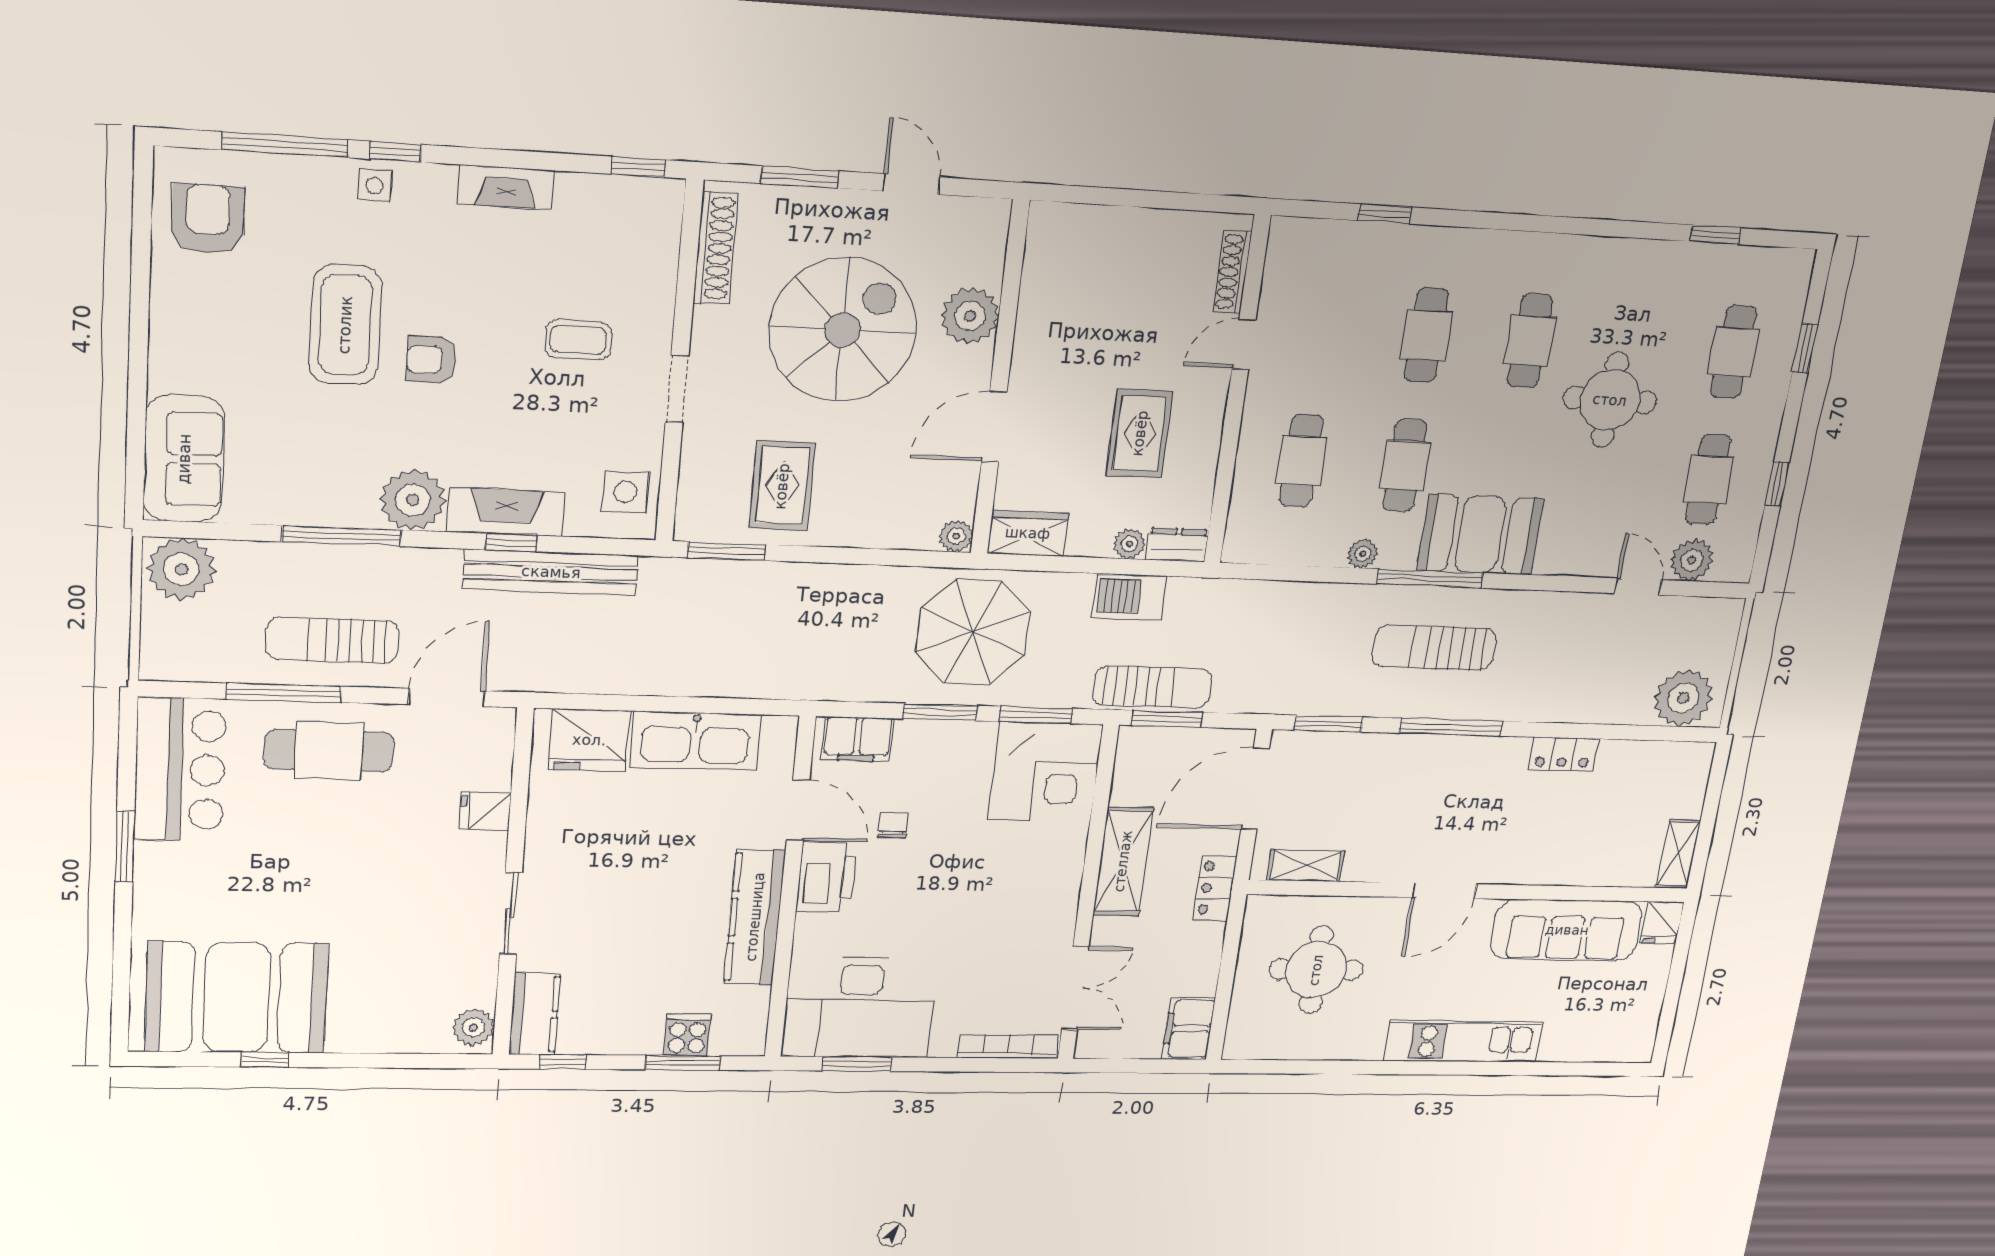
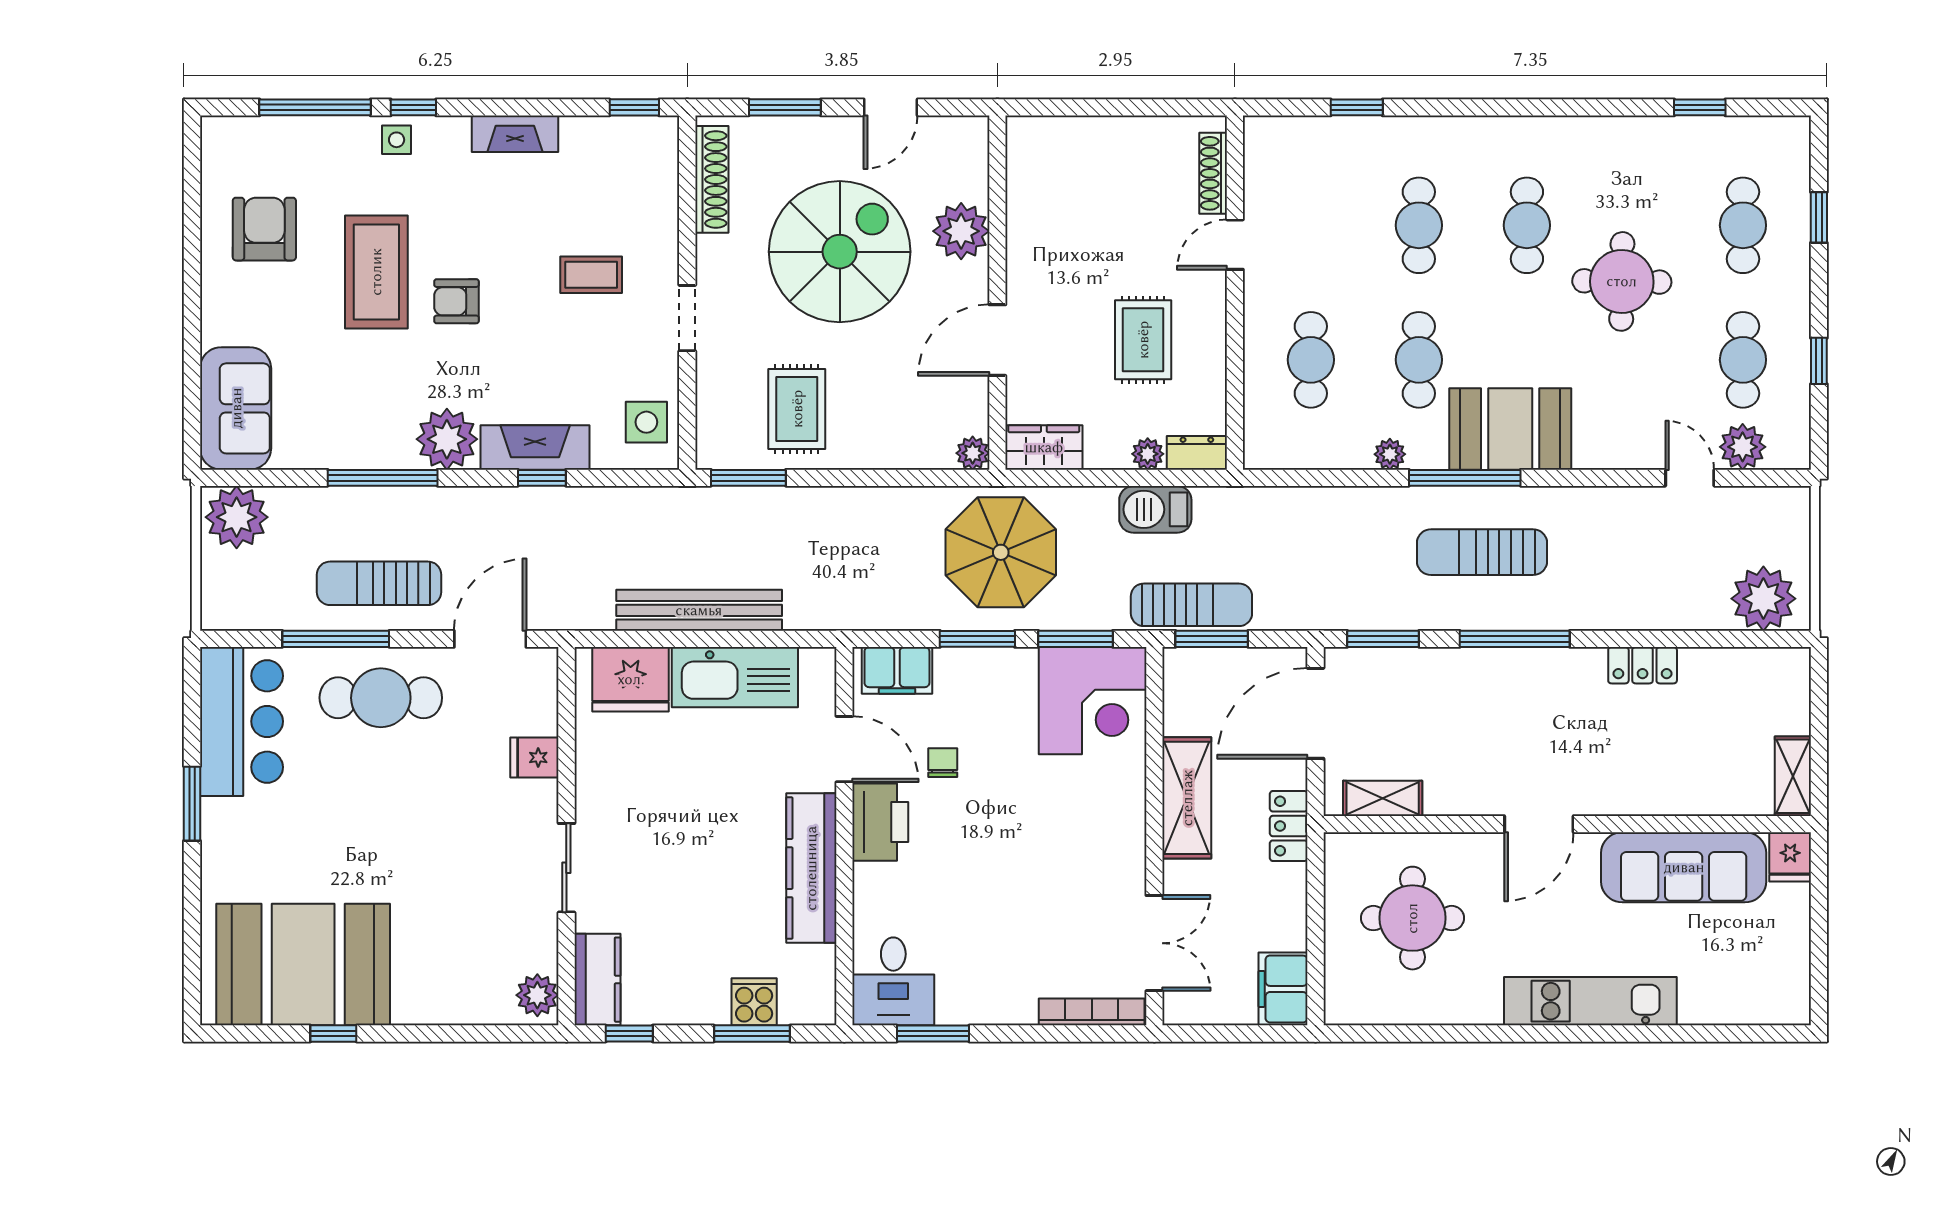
door: (911, 184) -> (891, 107), swing flipped
armchair: (208, 219) -> (264, 229), moved
bench: (551, 572) -> (699, 610), moved
desk: (859, 1007) -> (893, 981), width x0.53, depth x0.77

